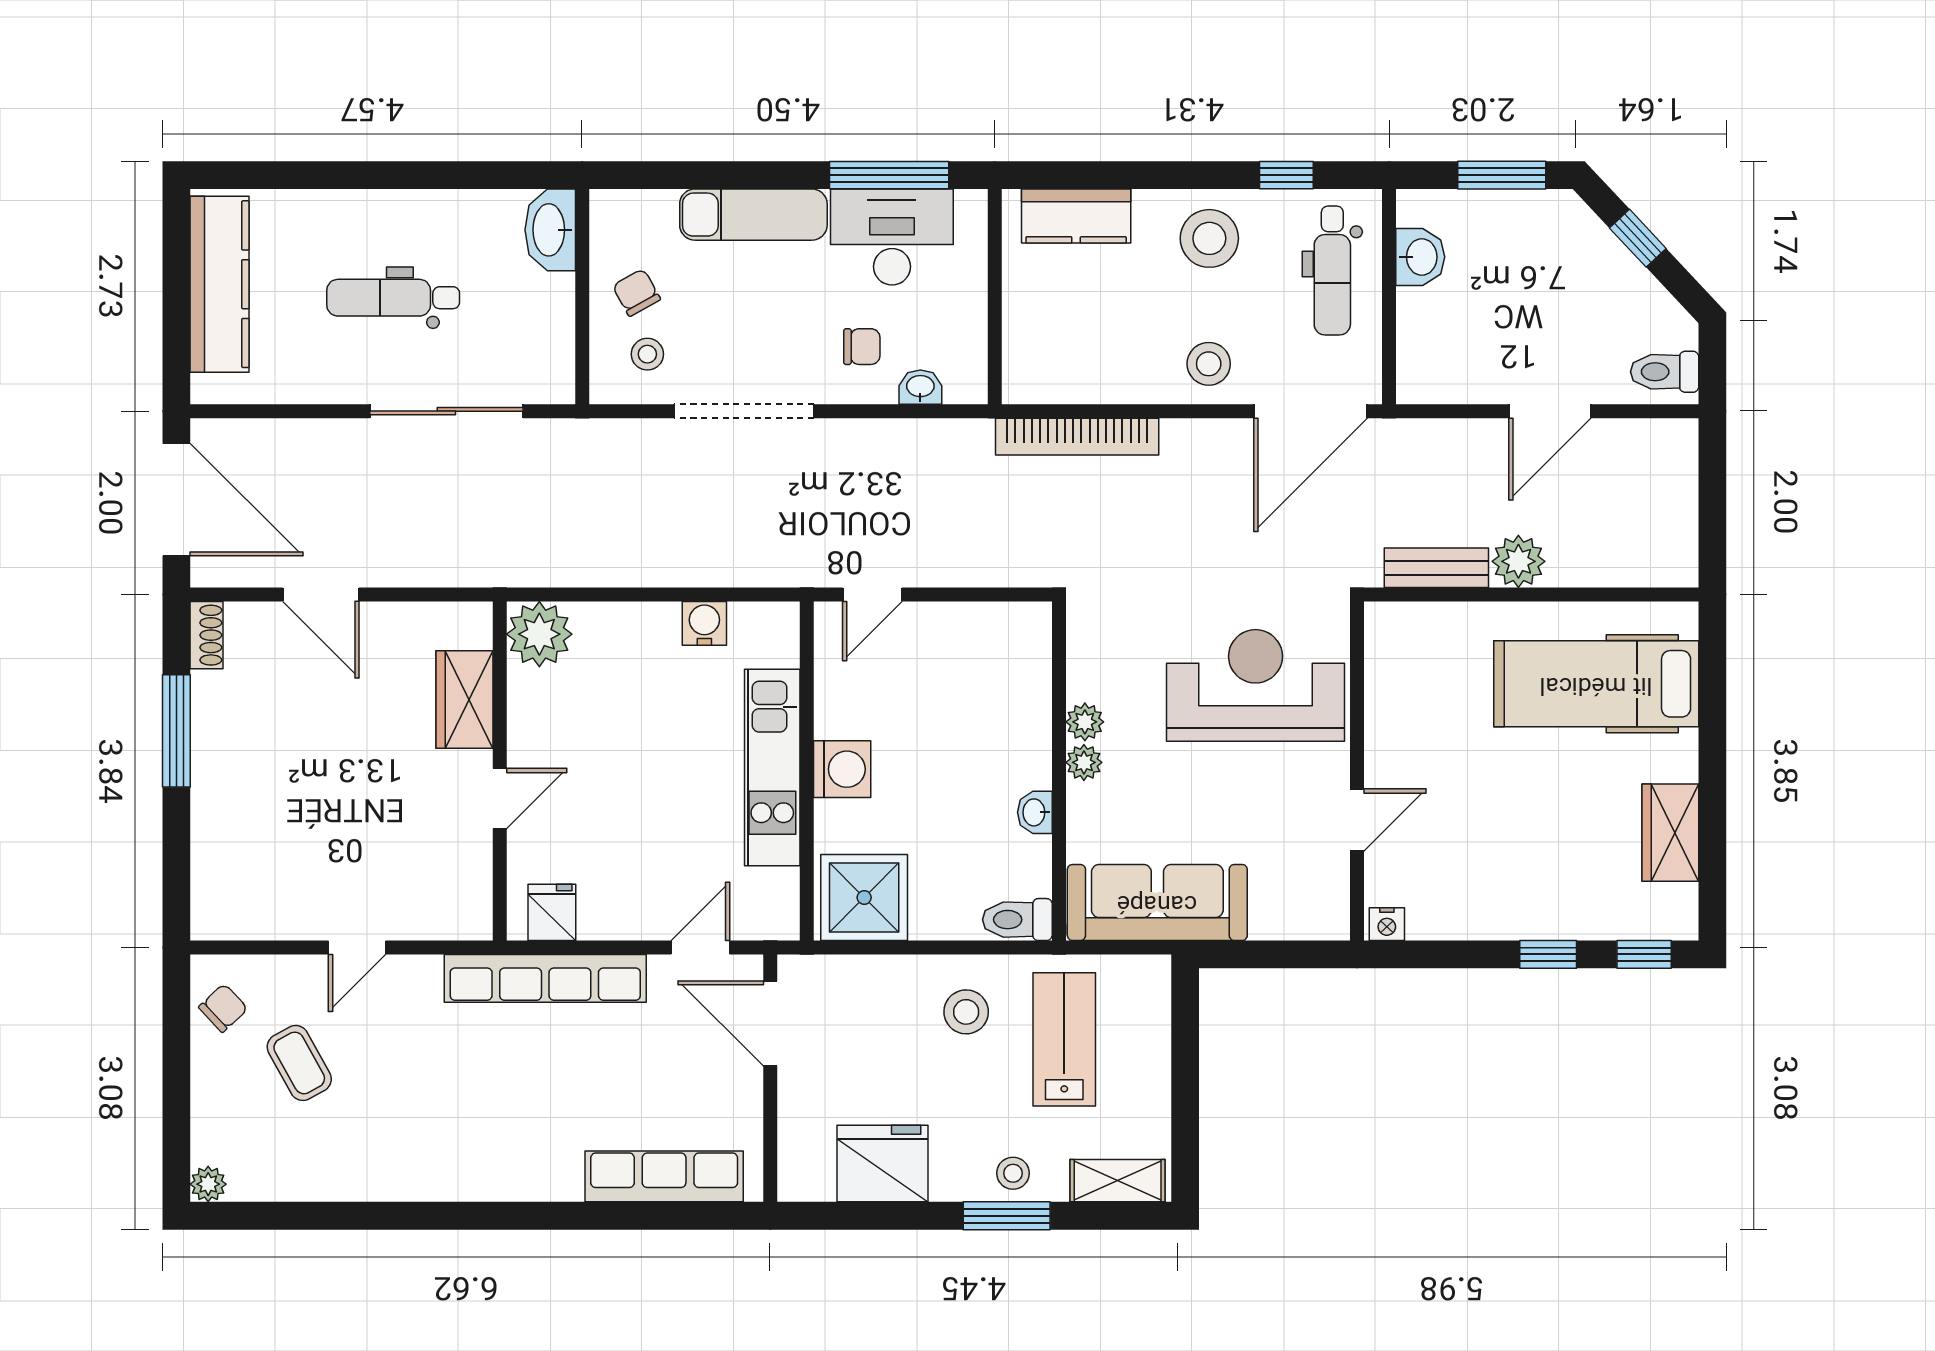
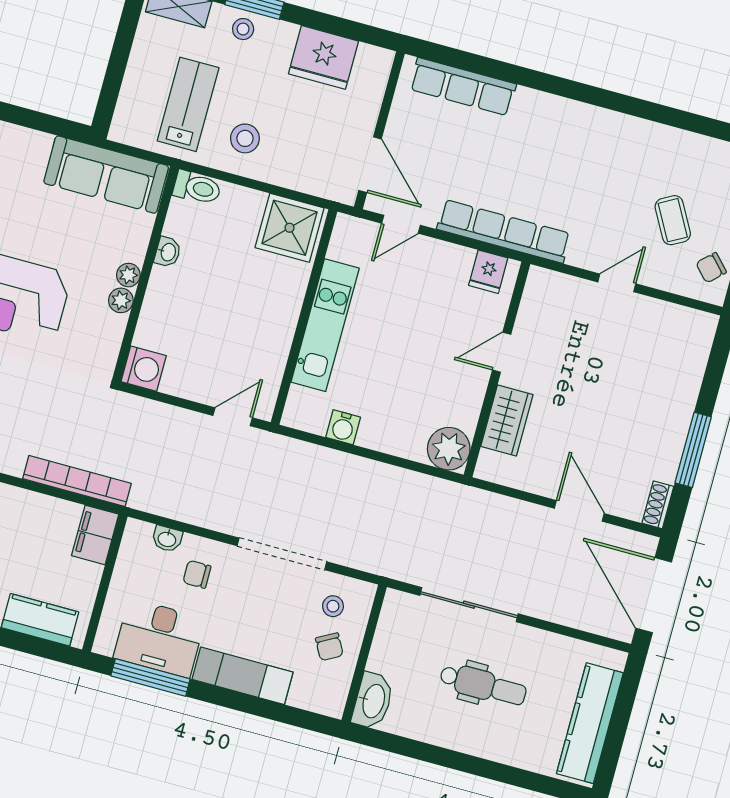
filing cabinet: (1029, 364) -> (95, 535), added
washing machine: (842, 769) -> (144, 369), moved, turned 180
lab bench: (1064, 1039) -> (188, 104), turned 180

